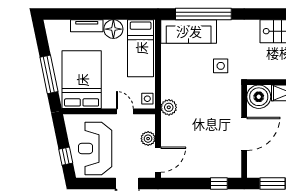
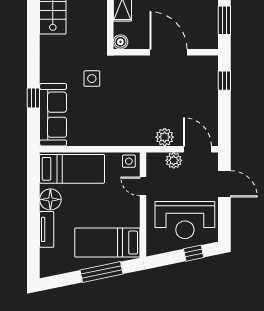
window: (203, 14) -> (33, 98), width x0.32
bed: (82, 80) -> (107, 243), width x0.67
boiler: (259, 97) -> (120, 42), width x0.54, depth x0.54
plant: (169, 107) -> (165, 137), moved
door: (125, 111) -> (143, 186), hinge flipped

